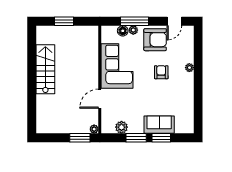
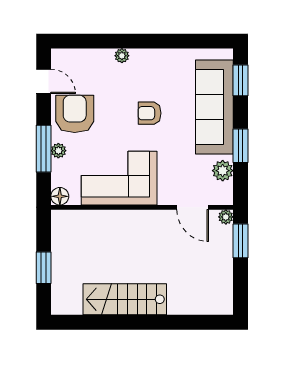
floor lamp: (123, 31) -> (60, 196), moved
armchair: (161, 72) -> (150, 113), moved
door: (100, 99) -> (193, 207), moved
sofa: (159, 125) -> (214, 107), width x1.85, depth x1.27
window: (161, 138) -> (240, 80), moved

